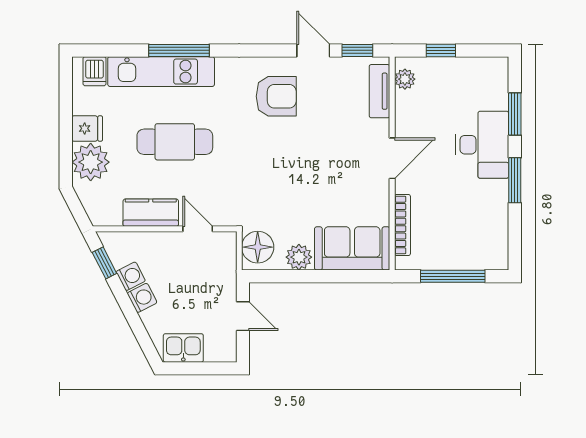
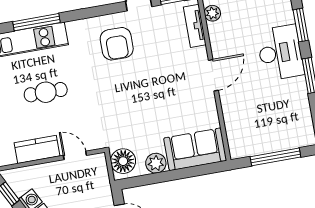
armchair: (276, 96) -> (117, 44), turned 90
cafe table: (175, 142) -> (46, 92), width x0.73, depth x0.74
bookcase: (402, 225) -> (230, 125), removed

